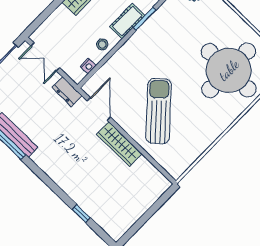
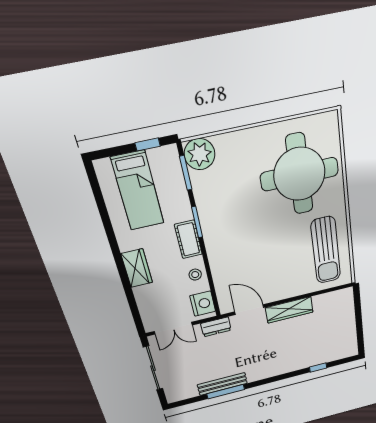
nightstand: (88, 66) -> (203, 304), width x1.89, depth x1.79
sun lounger: (159, 111) -> (326, 250), moved, turned -138

